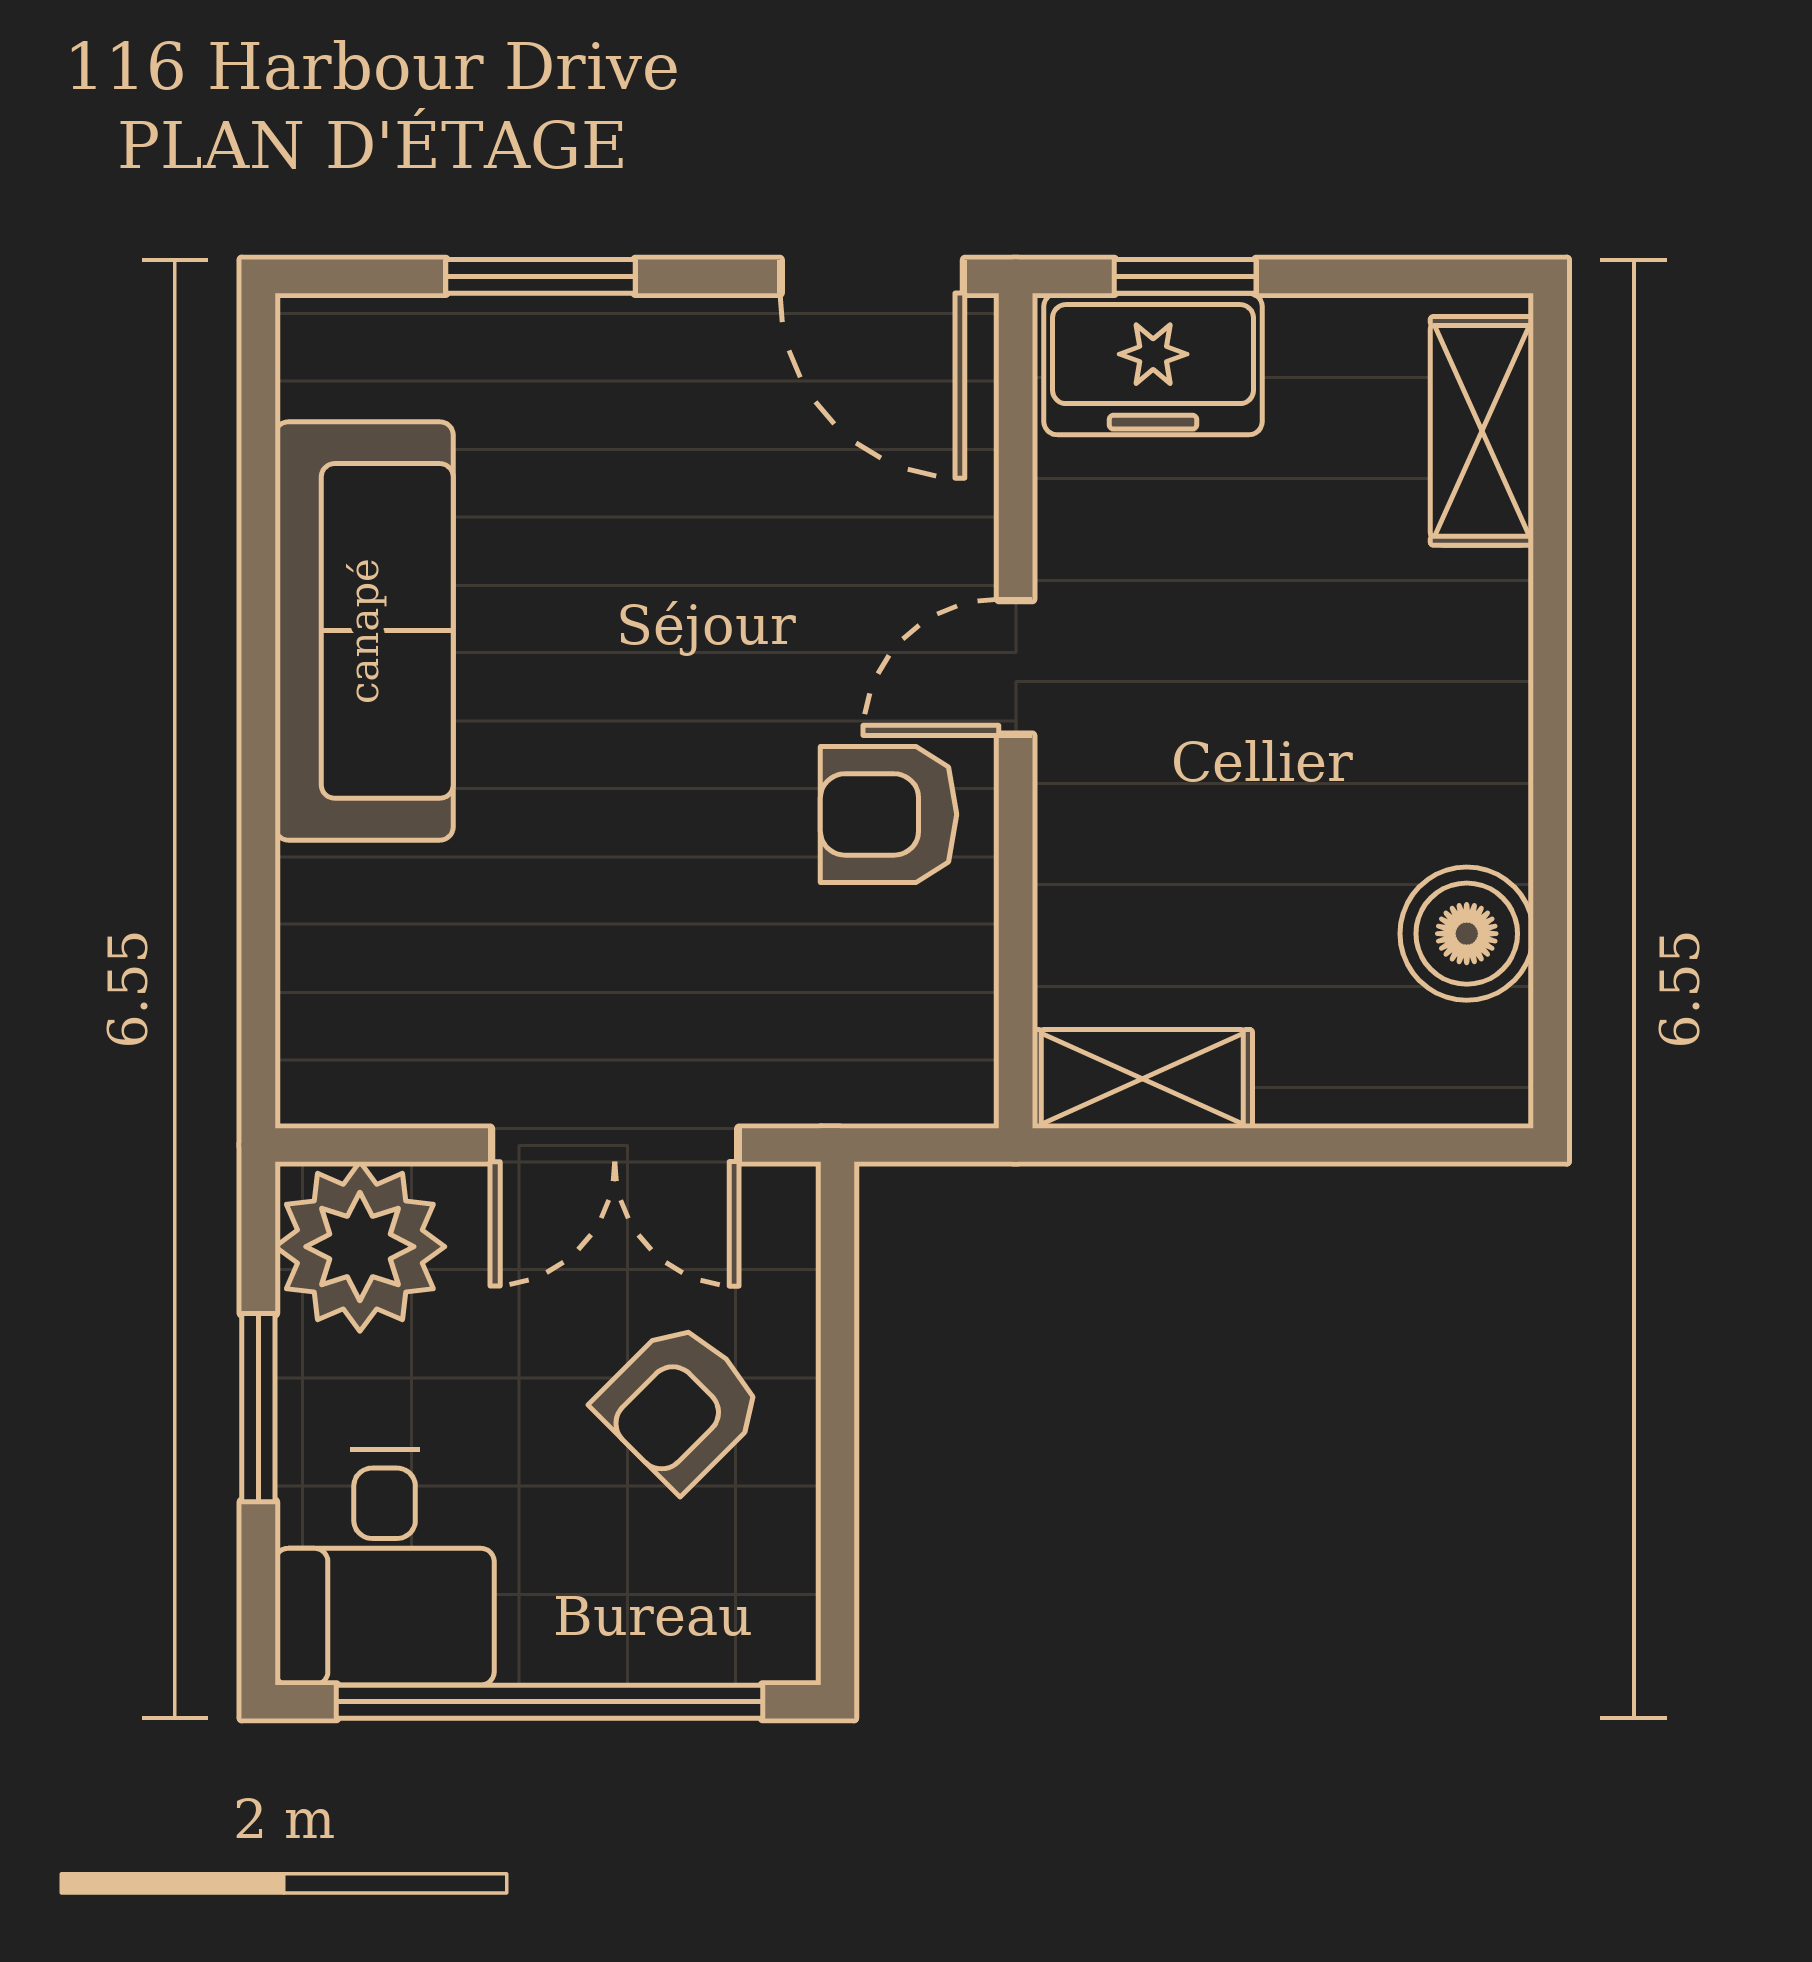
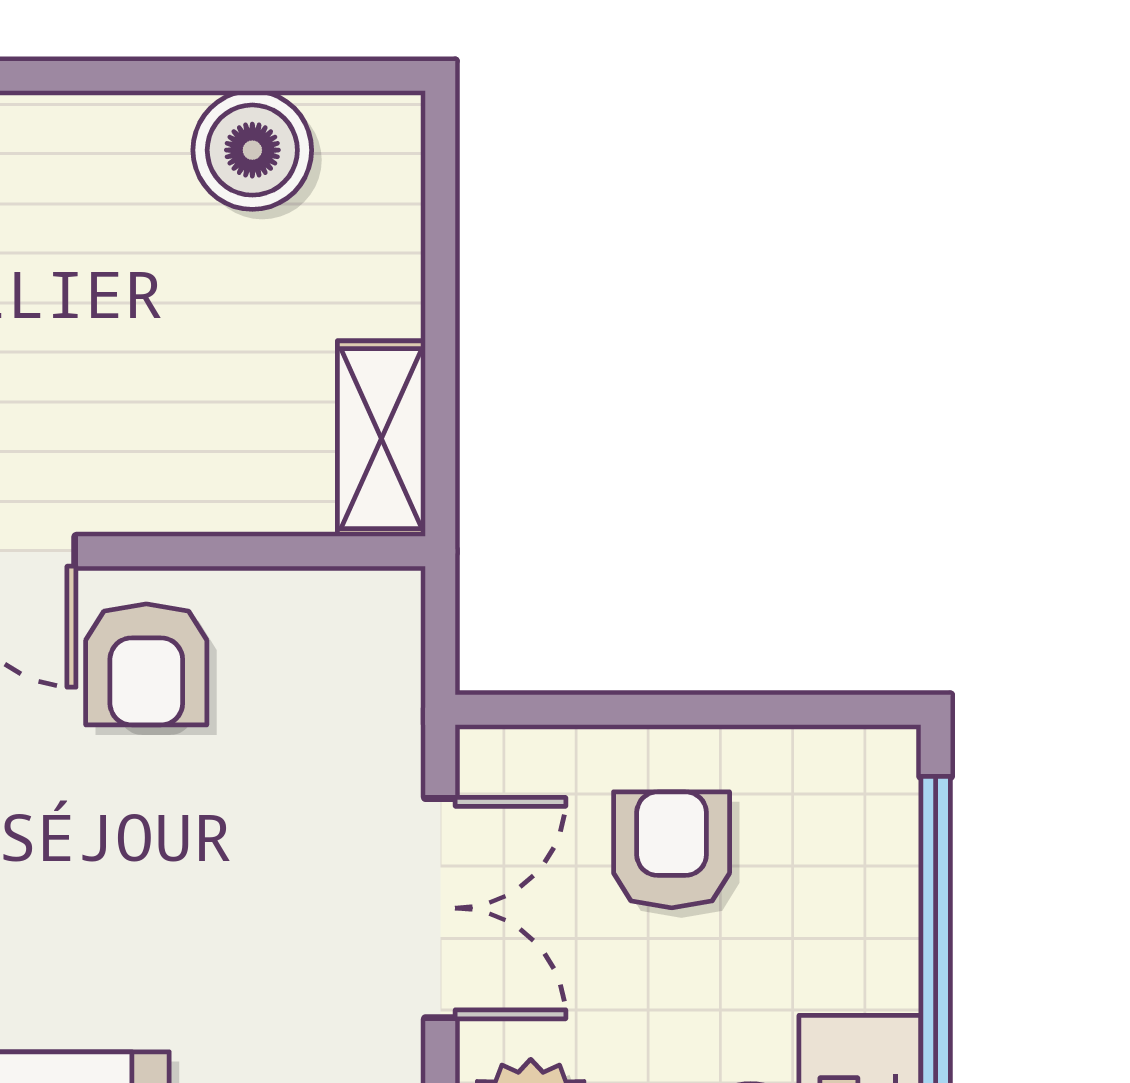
armchair: (680, 1405) -> (672, 850), turned -135

